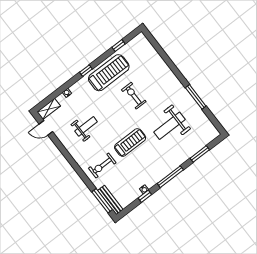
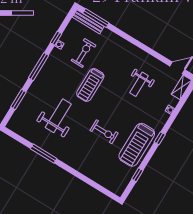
exercise bike: (102, 166) -> (84, 53), moved

